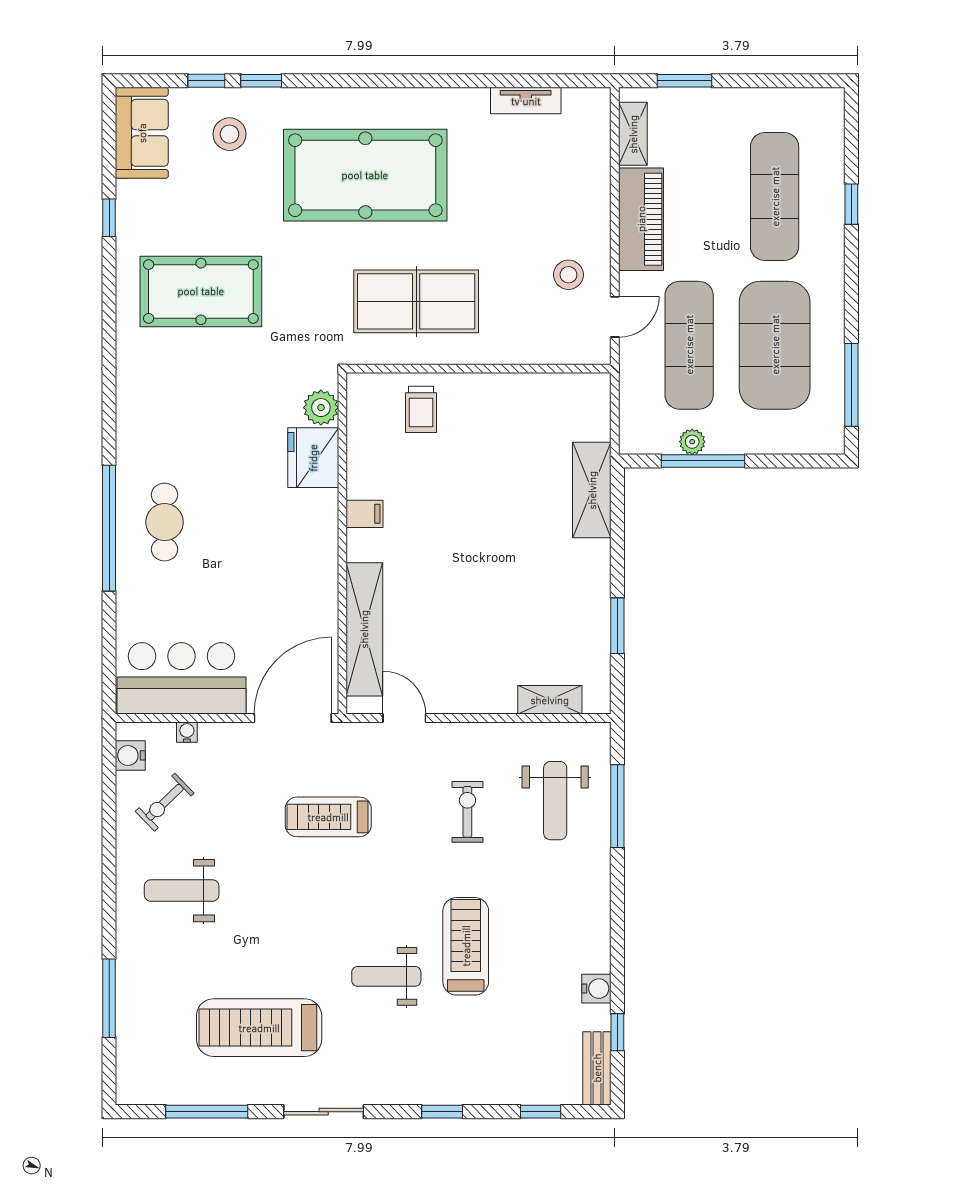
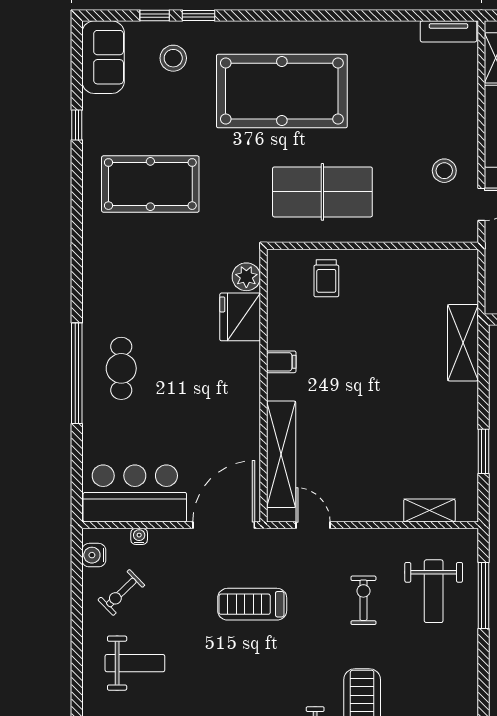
tv unit: (526, 101) -> (448, 31), moved
weight bench: (182, 891) -> (135, 663), turned 180

